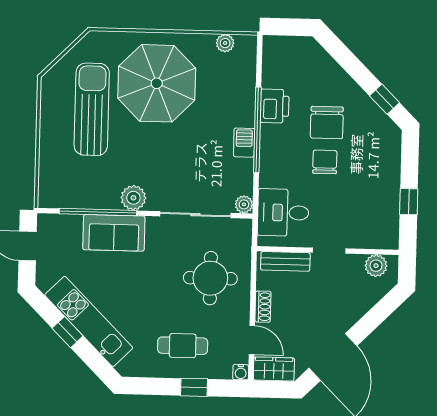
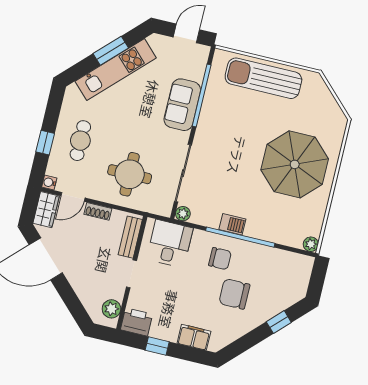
plant: (225, 43) -> (311, 244), moved
window: (384, 99) -> (279, 322), moved
printer: (275, 106) -> (136, 322), moved, turned 180
sun lounger: (92, 109) -> (263, 78), moved, turned 180
filing cabinet: (389, 160) -> (194, 337), added
chair: (325, 162) -> (220, 259), moved
plant: (133, 198) -> (207, 126), removed
window: (68, 332) -> (111, 51), width x1.50

